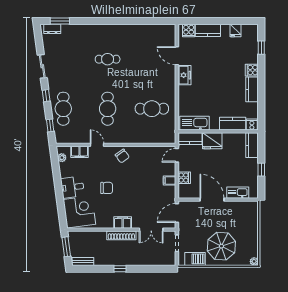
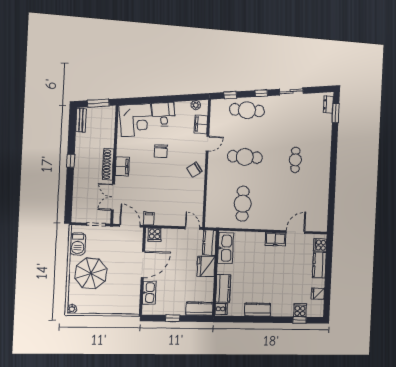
cooker: (252, 70) -> (300, 310), moved
cooker: (184, 178) -> (155, 235), moved
filing cabinet: (169, 180) -> (149, 218), moved

